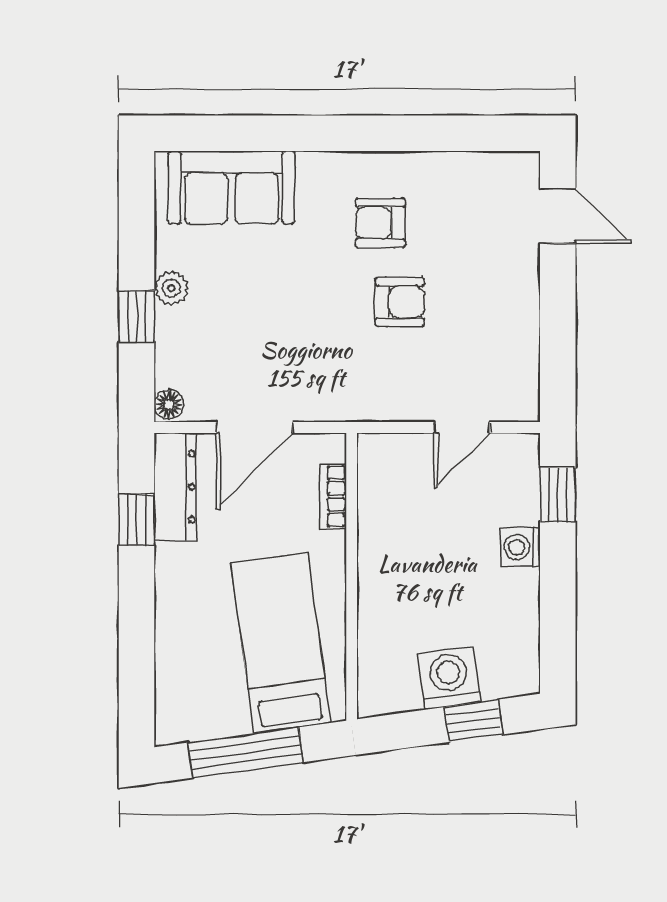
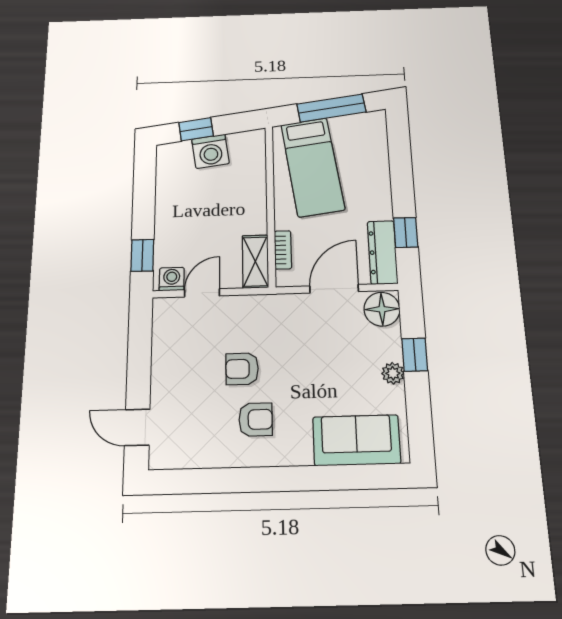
floor lamp: (169, 404) -> (382, 309), width x1.89, depth x1.89
shelving: (377, 478) -> (255, 261), added
washing machine: (521, 547) -> (172, 279), moved, turned -90

